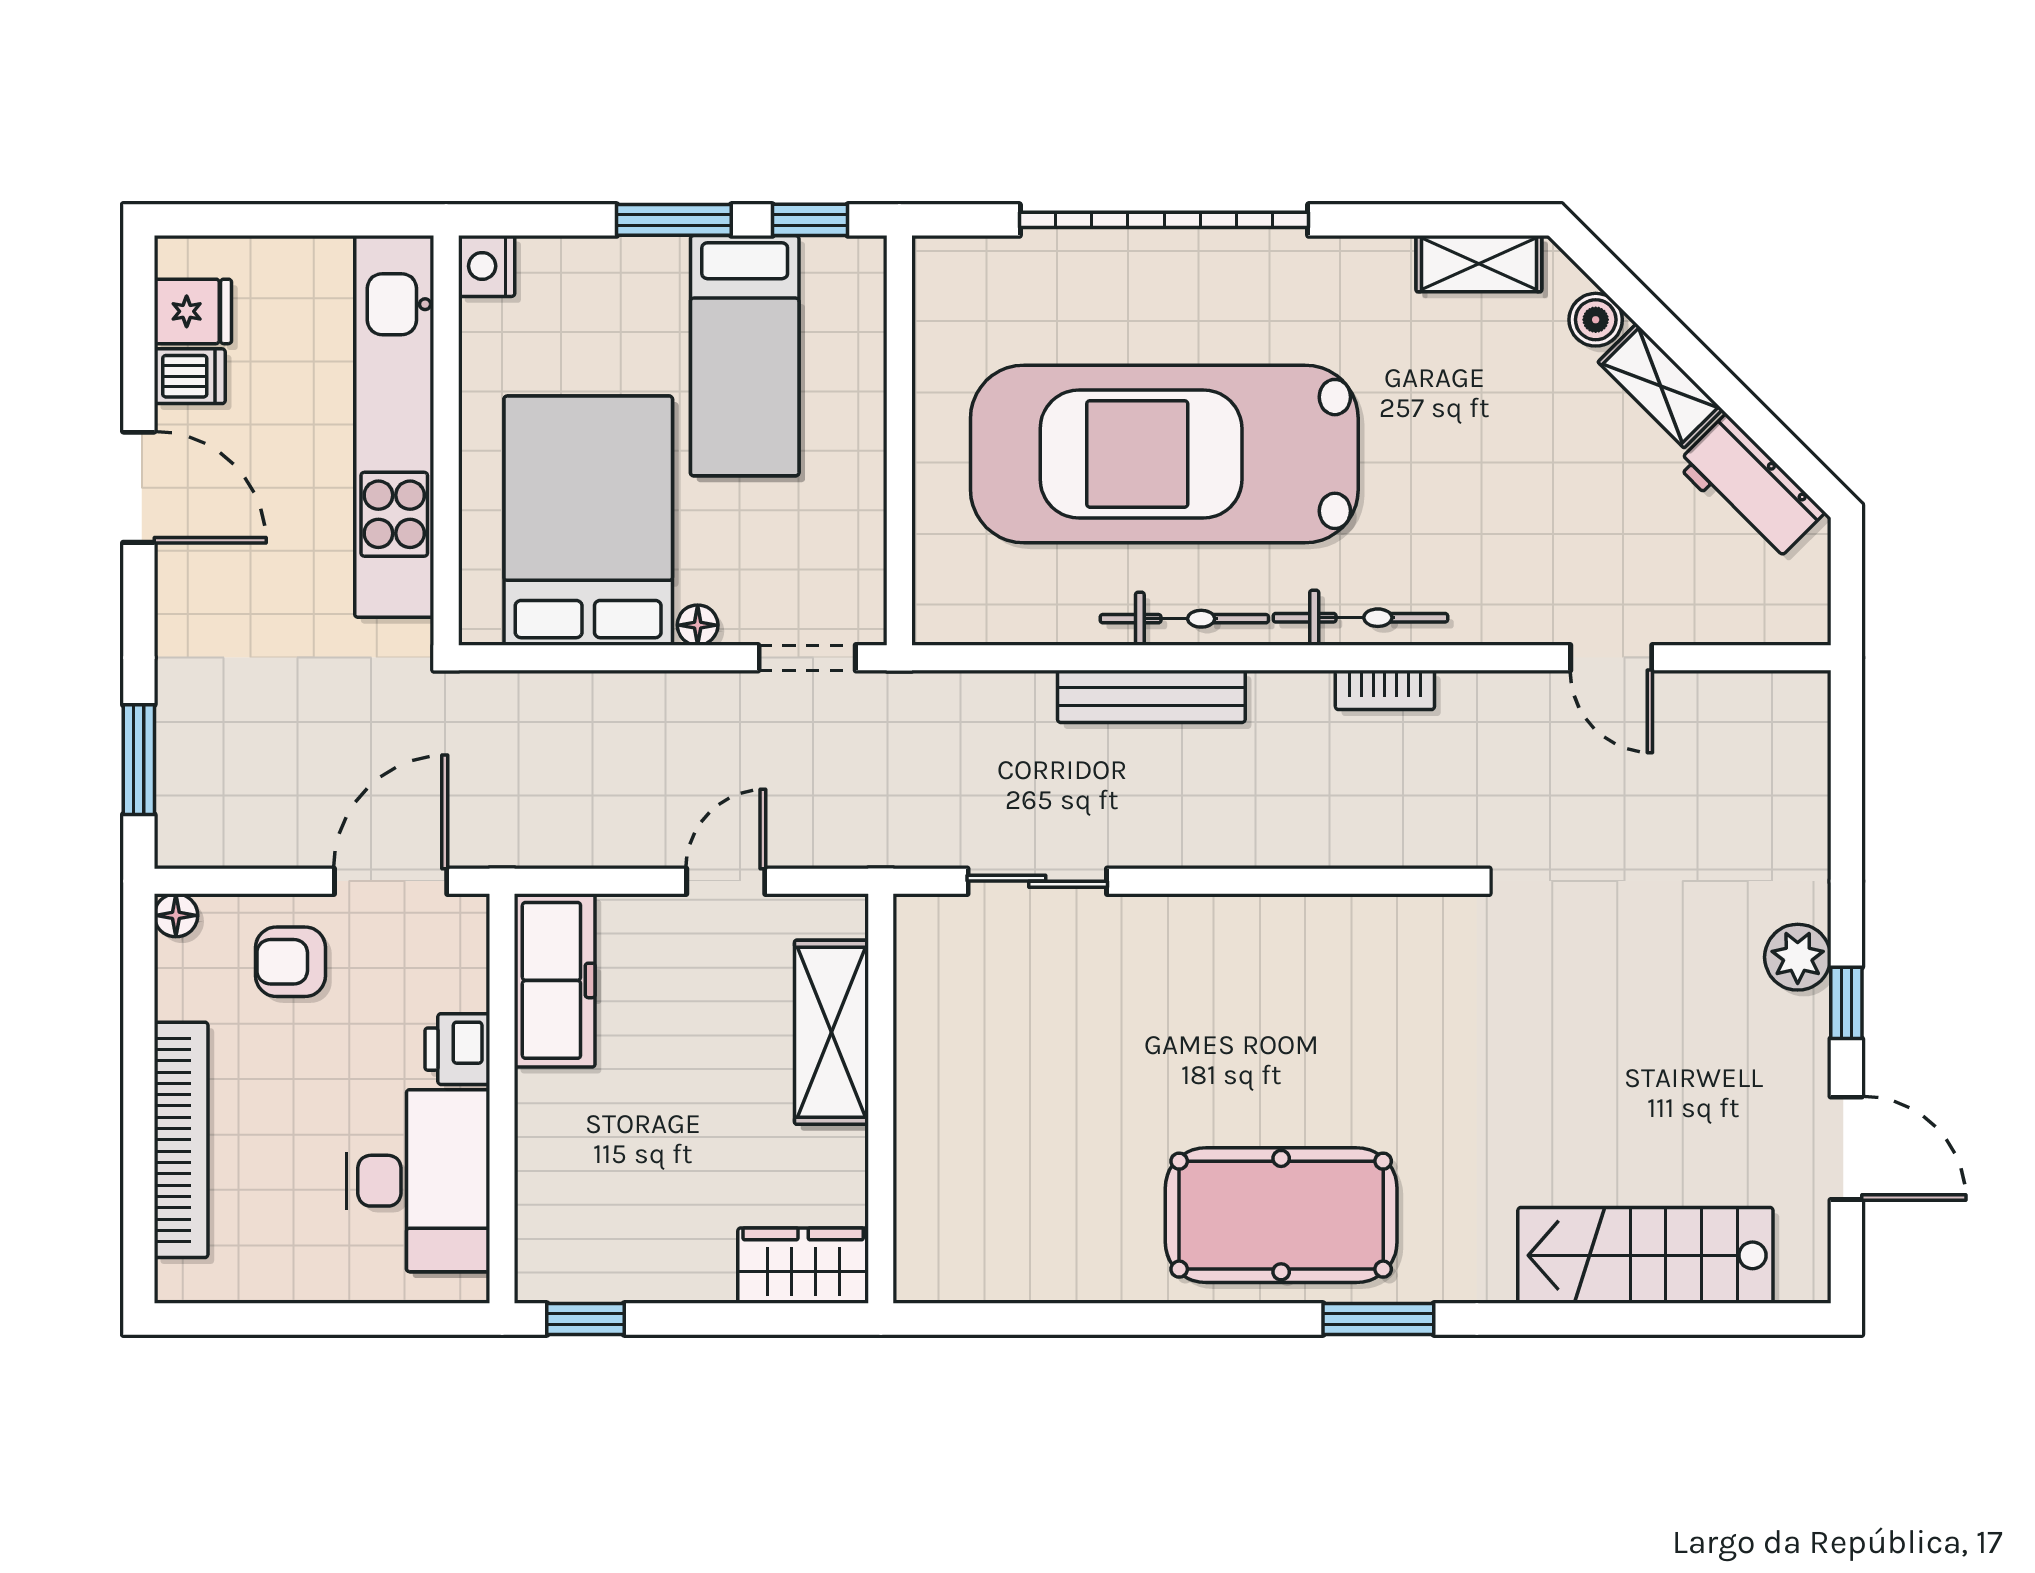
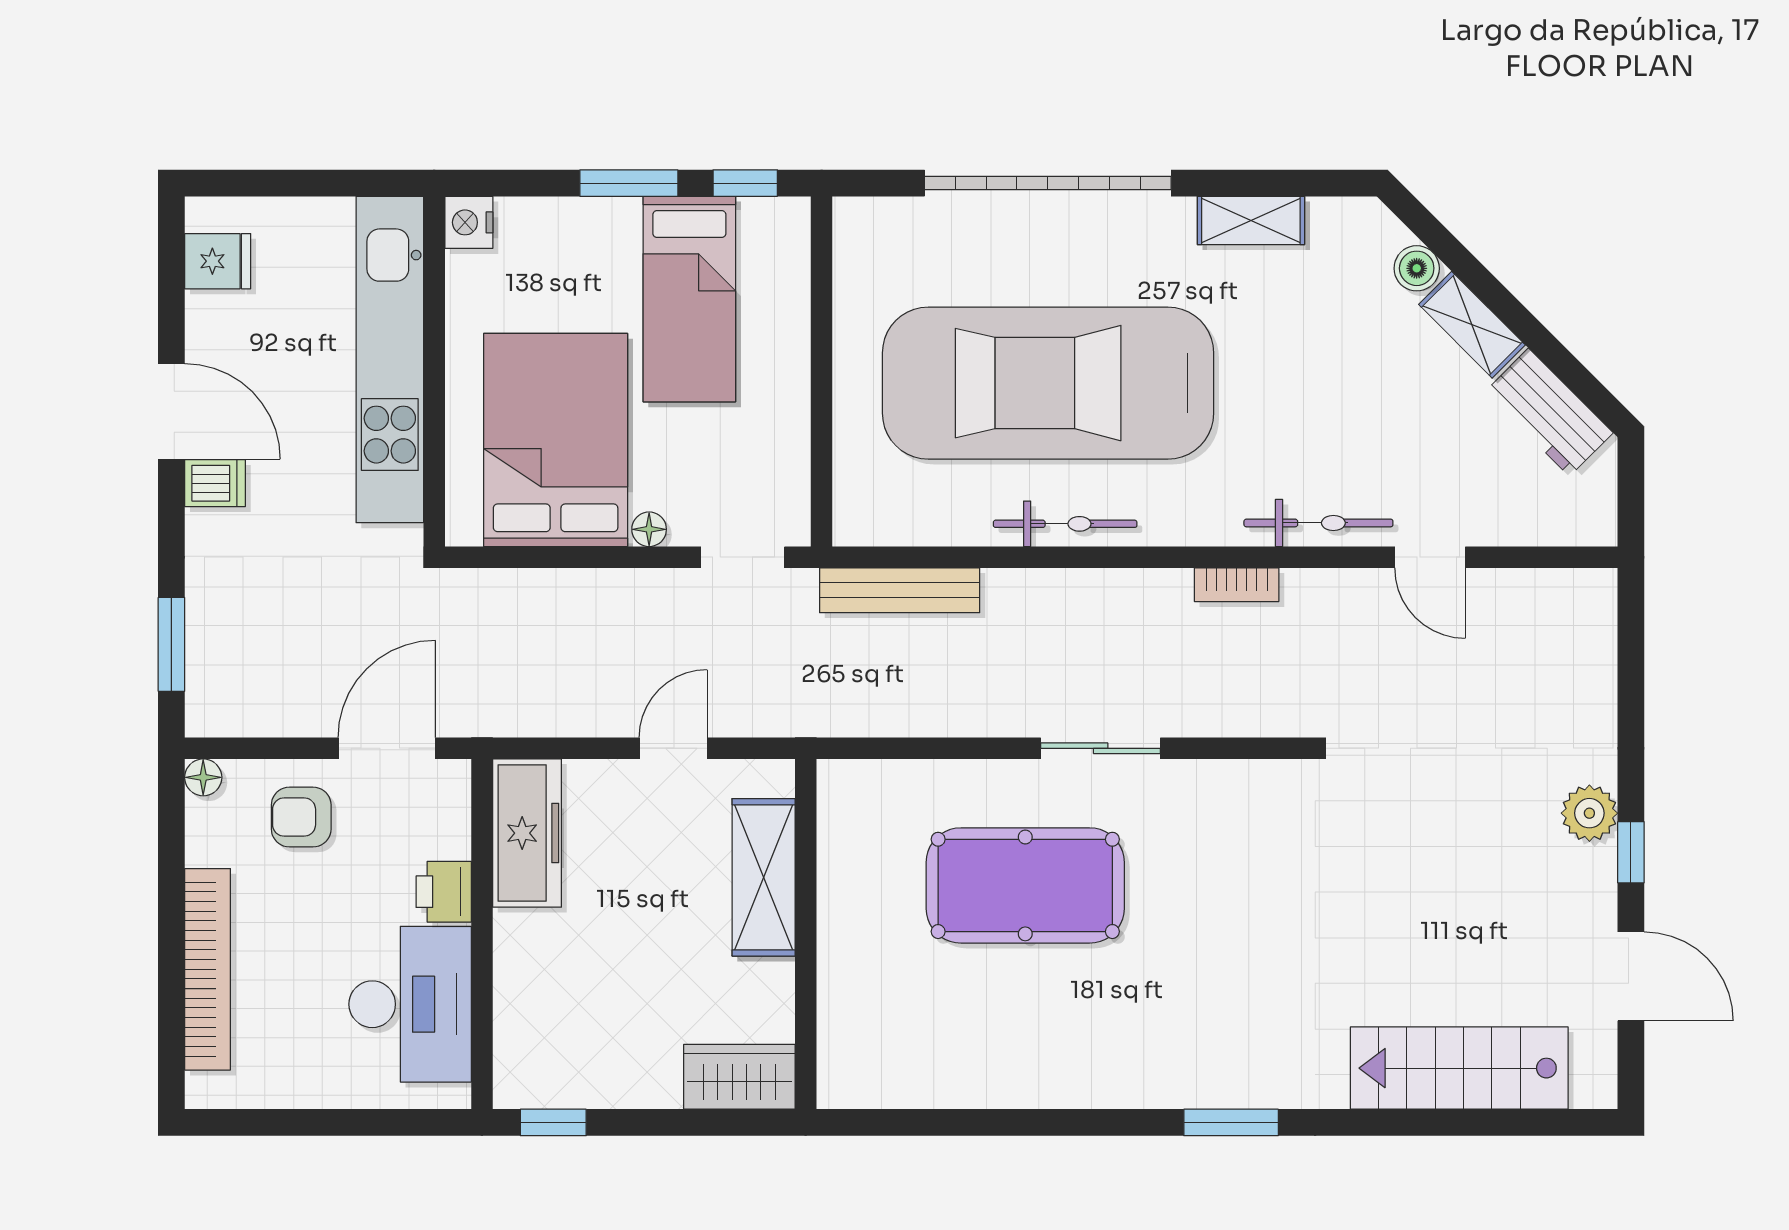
shelving: (1479, 264) -> (1251, 220), moved
dishwasher: (190, 376) -> (215, 483), moved
bicycle: (1360, 618) -> (1318, 523), moved
bench: (1151, 696) -> (900, 590), moved
sliding door: (1037, 881) -> (1101, 748), moved
pool table: (1281, 1215) -> (1025, 885), moved

